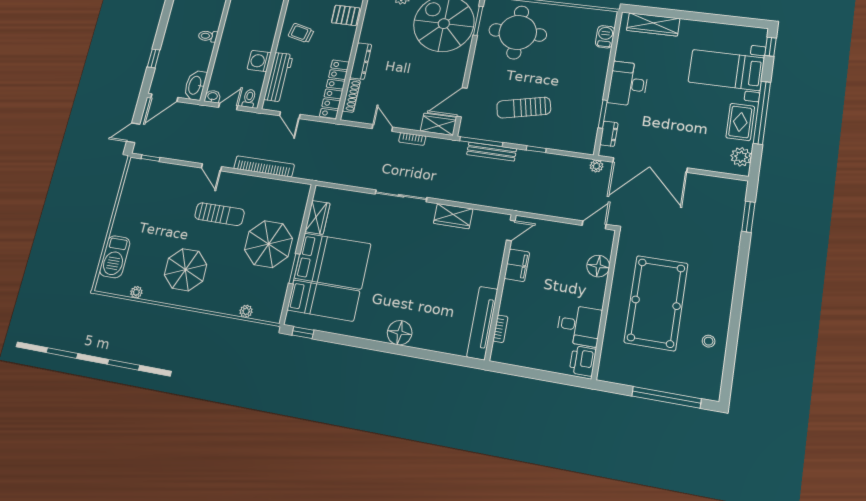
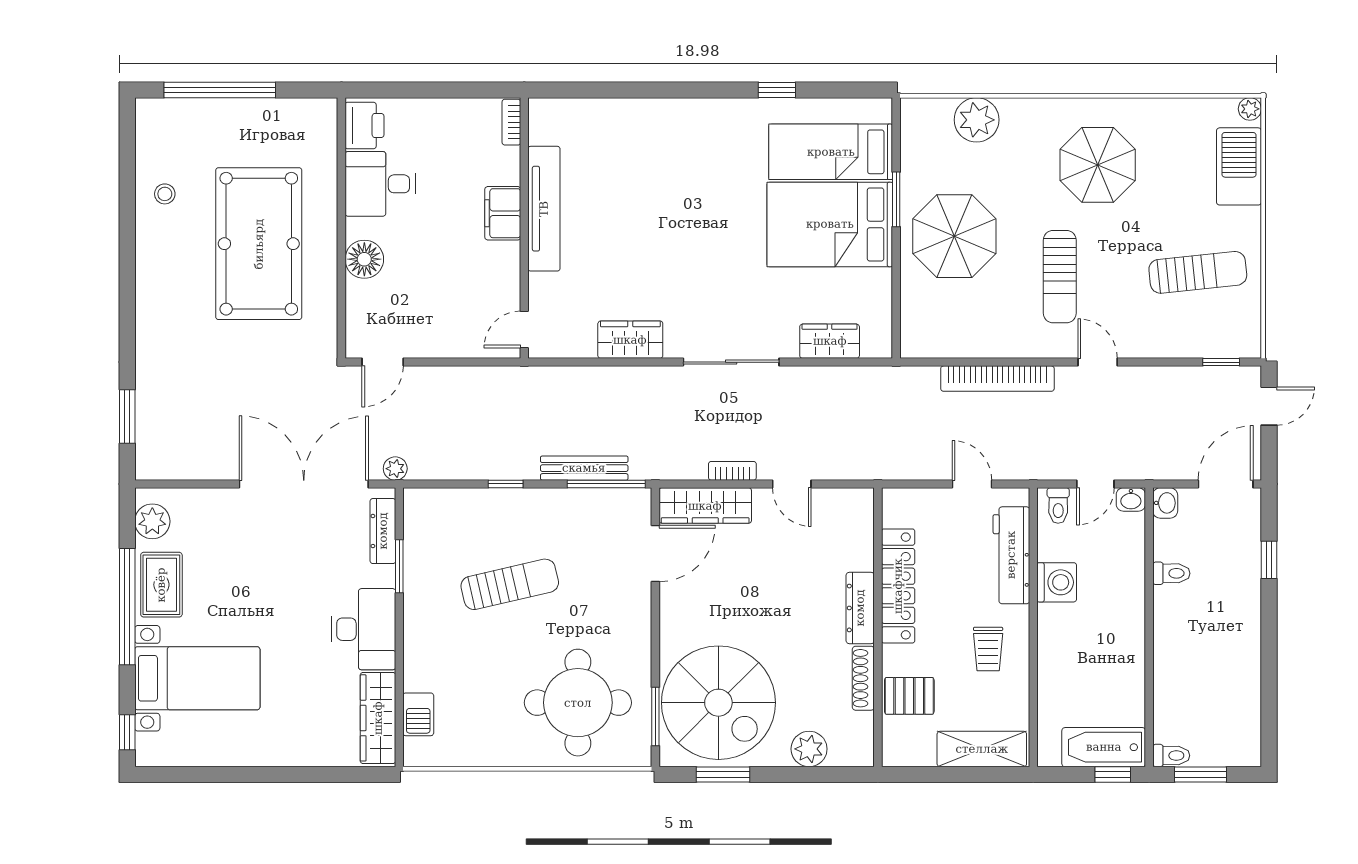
wardrobe: (653, 24) -> (378, 718), moved, turned -90
trolley: (301, 33) -> (988, 649), turned 77
toilet: (208, 36) -> (1171, 573), moved
washbasin: (195, 85) -> (1165, 503), width x0.52, depth x0.69
locker: (335, 89) -> (898, 586), moved
shoe rack: (351, 96) -> (863, 678), moved
sun lounger: (524, 108) -> (510, 584), moved
wardrobe: (439, 124) -> (705, 506), width x1.50
dresser: (609, 134) -> (383, 531), width x1.44
sun lounger: (150, 205) -> (1198, 272), added
sun lounger: (219, 214) -> (1060, 277), turned -90
wardrobe: (317, 217) -> (830, 341), moved, turned 90
filing cabinet: (517, 265) -> (503, 213), moved
floor lamp: (598, 266) -> (364, 259), moved
plant: (136, 292) -> (1250, 109), moved
plant: (246, 311) -> (977, 120), width x1.88, depth x1.88
tv unit: (482, 323) -> (544, 209), moved
bookcase: (500, 329) -> (511, 122), moved
window: (303, 333) -> (777, 90), moved
floor lamp: (400, 333) -> (683, 119), removed

